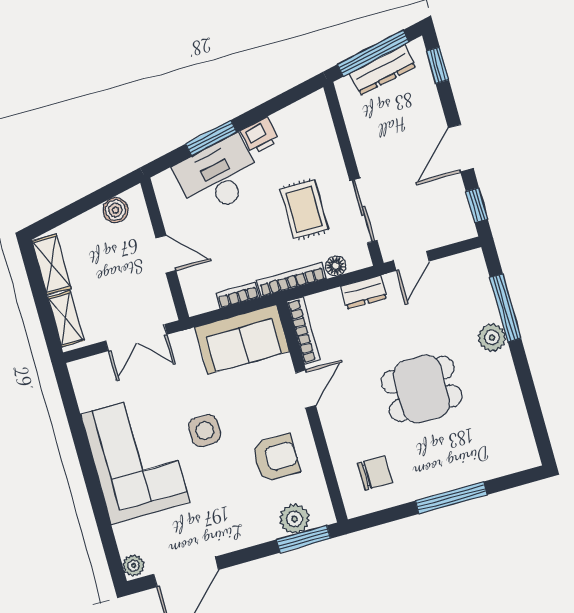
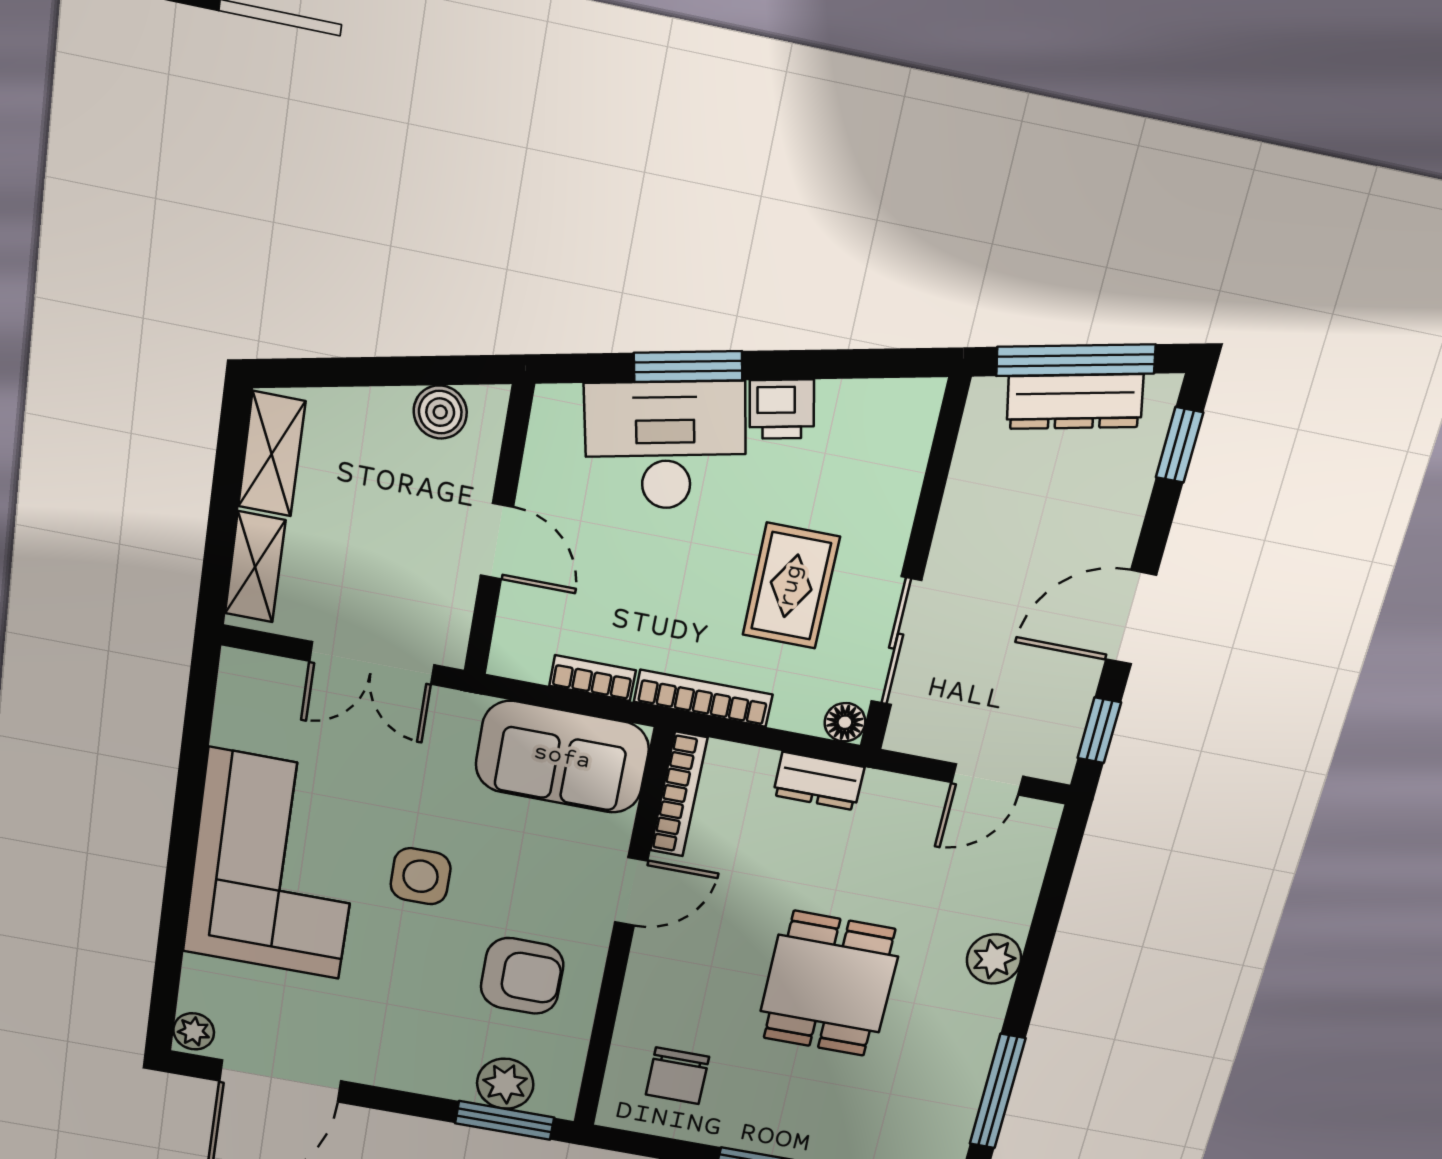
door: (411, 261) -> (987, 779), moved
floor lamp: (336, 266) -> (845, 722), moved
window: (505, 308) -> (998, 1091), moved
dining table: (422, 389) -> (829, 984), turned 90
chair: (375, 473) -> (677, 1076), turned 90

